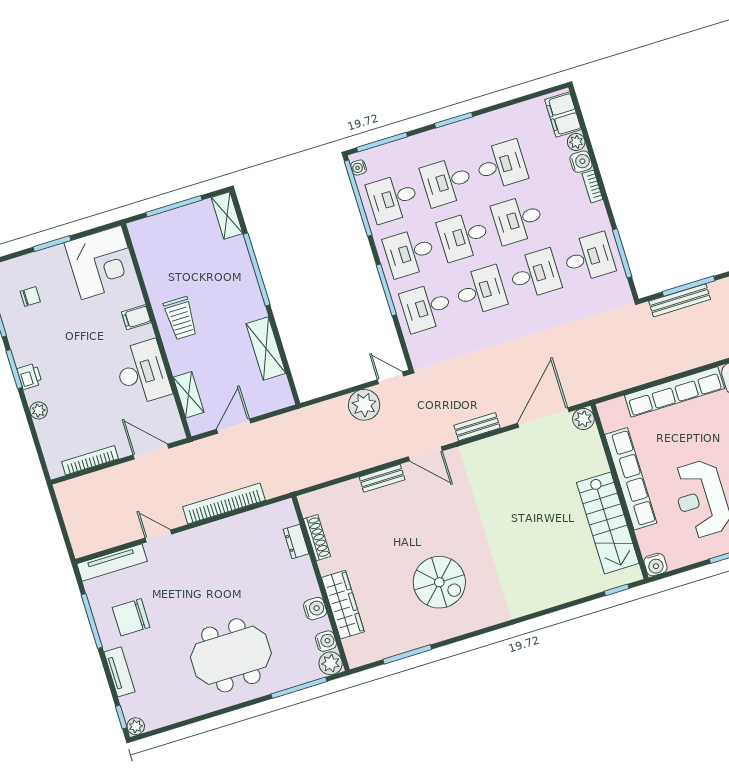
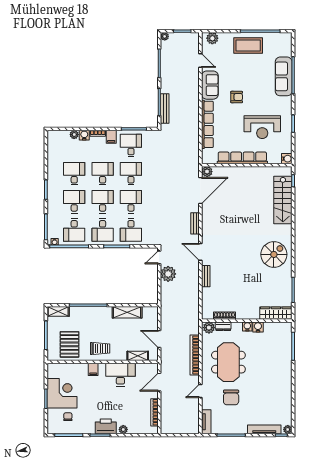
filing cabinet: (563, 115) -> (111, 137), moved, width x0.50
desk: (447, 182) -> (74, 202), turned 180
desk: (518, 220) -> (103, 174), turned 180
desk: (464, 236) -> (103, 202), turned 180
pallet: (170, 257) -> (70, 344), added
corner desk: (101, 262) -> (62, 393), moved
printer: (30, 376) -> (106, 426), width x1.87, depth x1.48
door: (543, 418) -> (200, 191), swing flipped
door: (425, 454) -> (200, 252), swing flipped
stairs: (608, 523) -> (283, 200), moved, turned 90
tv unit: (112, 562) -> (206, 422), width x0.71
spiral stairs: (439, 582) -> (274, 254), moved
wardrobe: (343, 605) -> (276, 313), moved
chair: (131, 617) -> (231, 397), moved
water cooler: (326, 641) -> (247, 327), moved
meeting table: (231, 655) -> (228, 362), moved
plant: (331, 663) -> (209, 328), moved
tv unit: (119, 672) -> (264, 429), width x1.41

